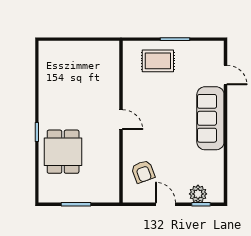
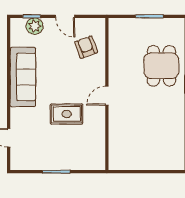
rug: (158, 61) -> (67, 114), moved
sofa: (210, 118) -> (23, 77), moved
door: (121, 120) -> (107, 96), hinge flipped

